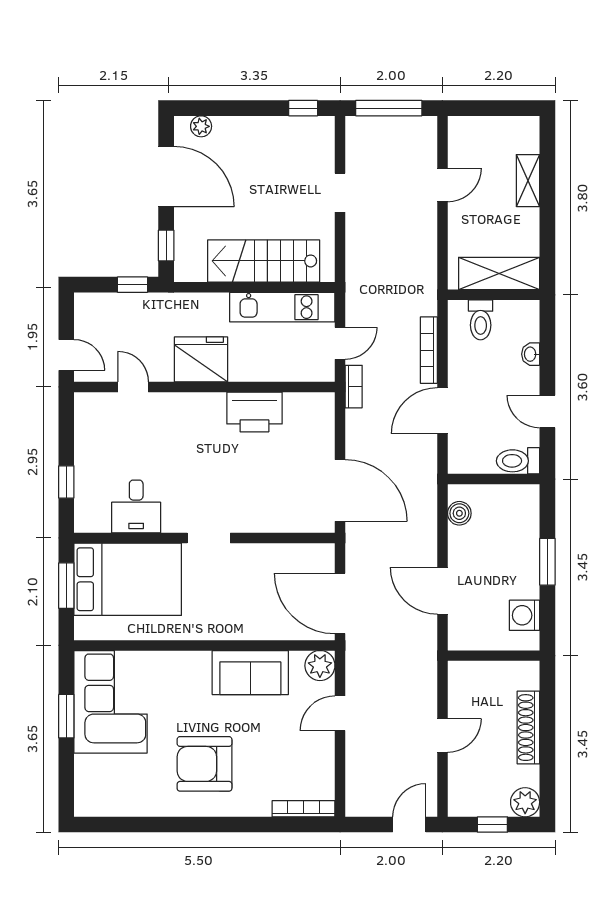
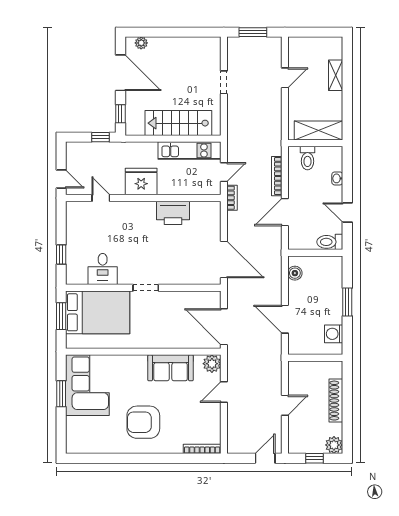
window: (303, 108) -> (202, 32), removed
window: (389, 108) -> (253, 32), width x0.69

